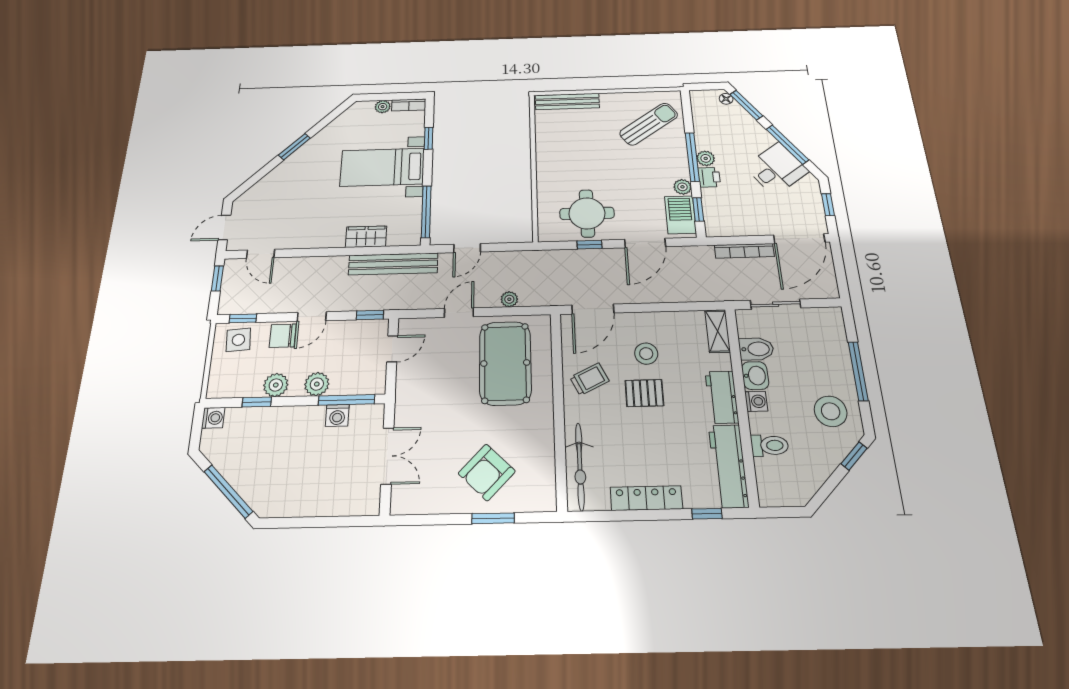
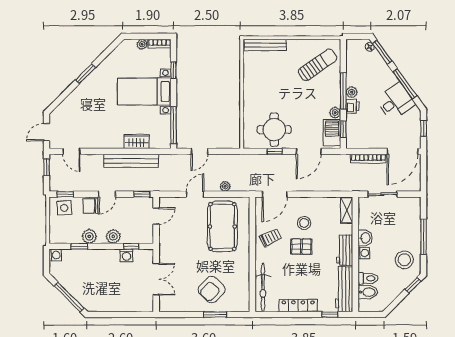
bench: (393, 264) -> (131, 161), moved
bidet: (756, 349) -> (368, 292), moved
window: (347, 400) -> (131, 246), width x0.46

